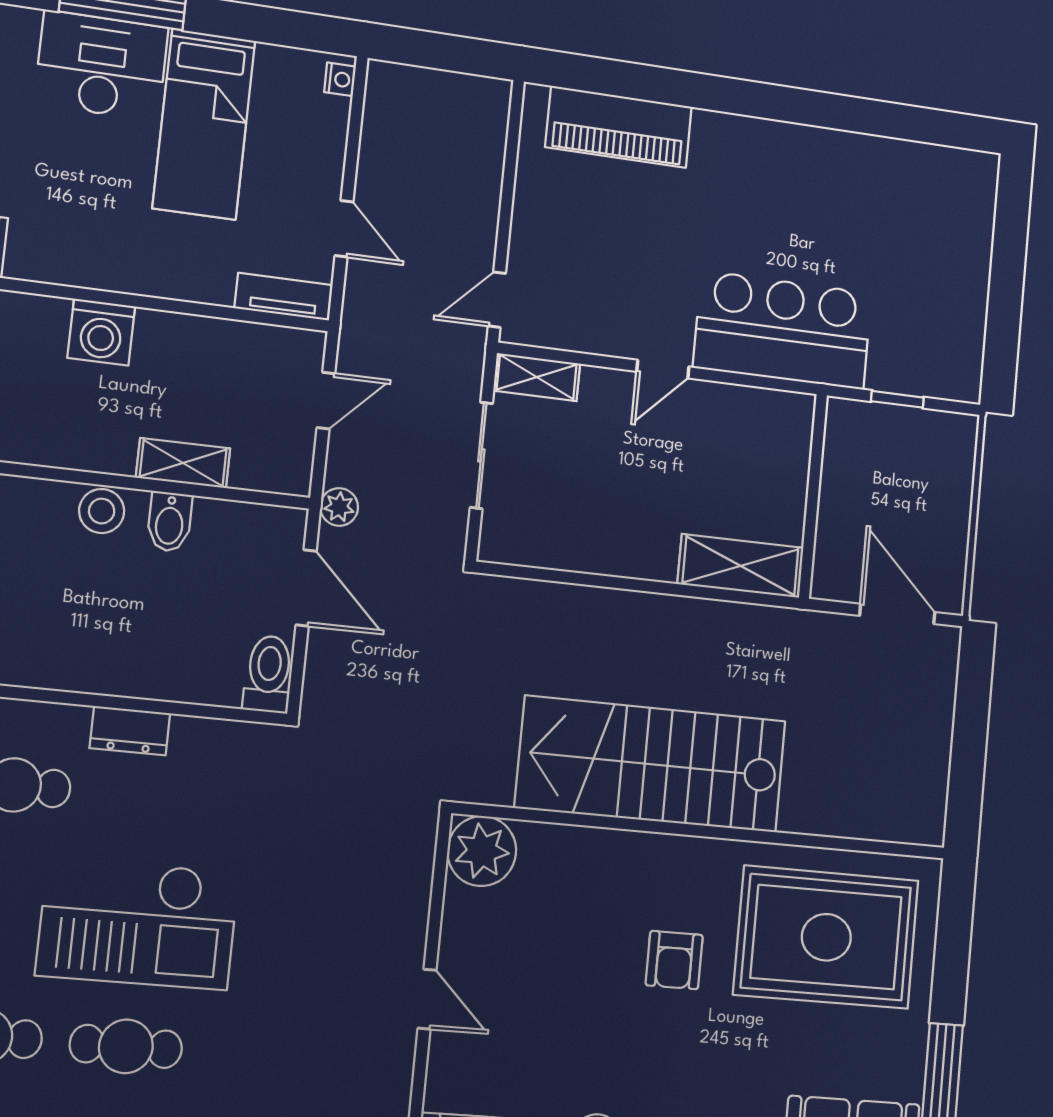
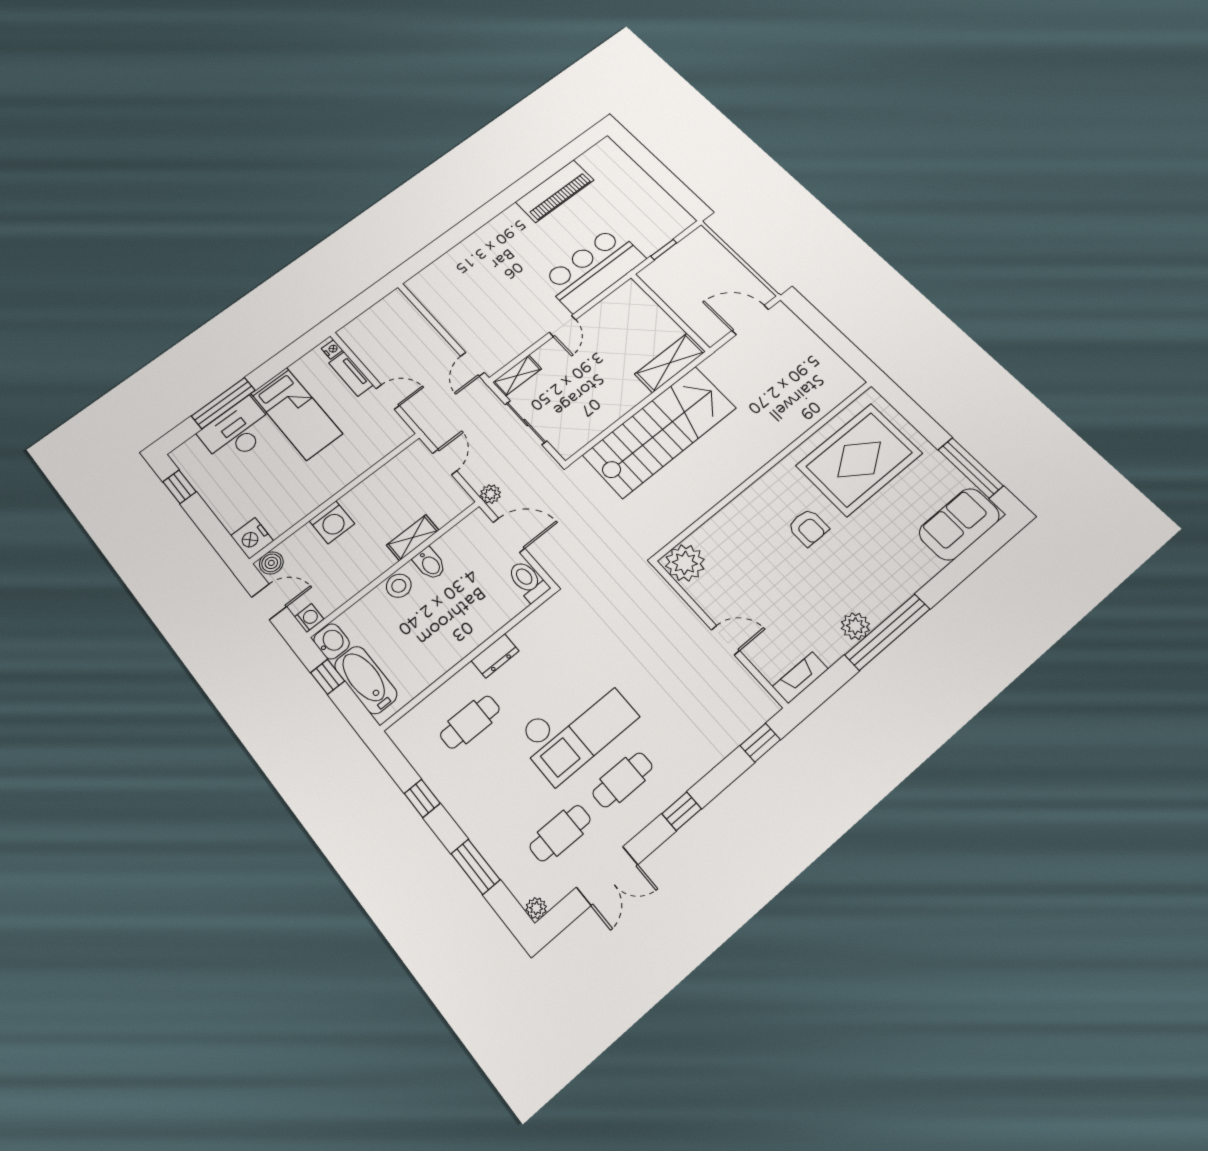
piano: (619, 127) -> (555, 191), moved
tv unit: (284, 297) -> (351, 374), moved, turned -90
stairs: (651, 764) -> (660, 432), moved, turned 180

